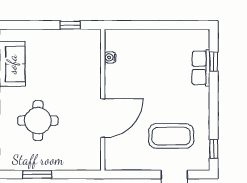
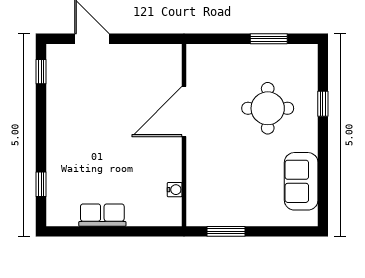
window: (70, 25) -> (226, 231), width x1.50
row of seats: (201, 68) -> (102, 215), moved, turned -90
coffee table: (171, 136) -> (96, 88), removed

